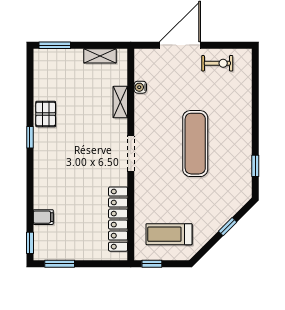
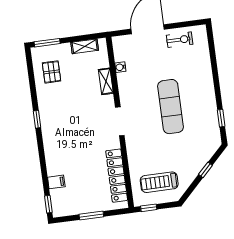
pallet: (46, 114) -> (51, 72), moved
window: (60, 264) -> (91, 215), moved

